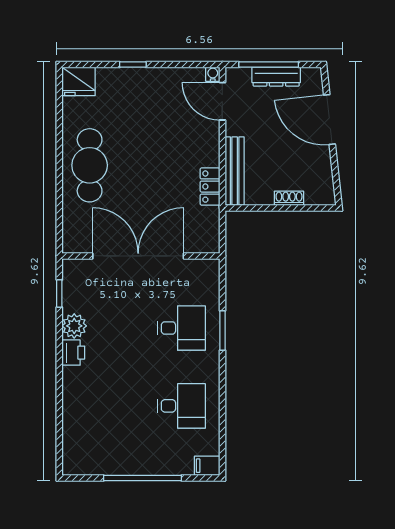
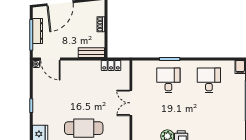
door: (222, 101) -> (50, 59), hinge flipped
bench: (235, 171) -> (91, 53), width x0.73
locker: (210, 187) -> (111, 65), moved
double door: (138, 256) -> (131, 103), width x0.54

